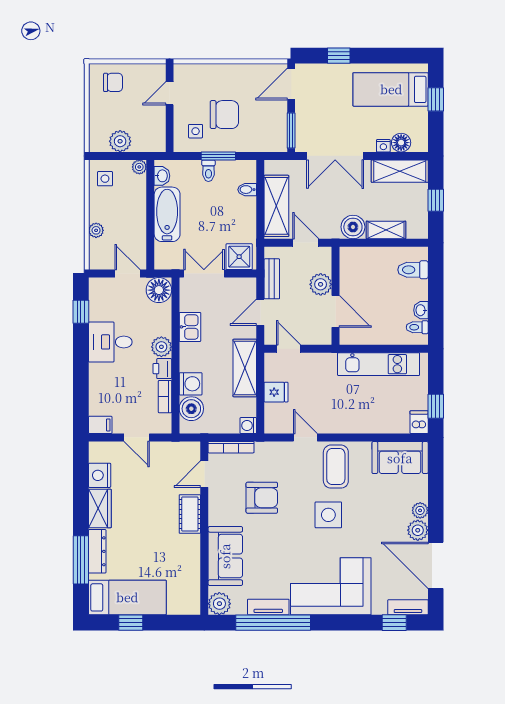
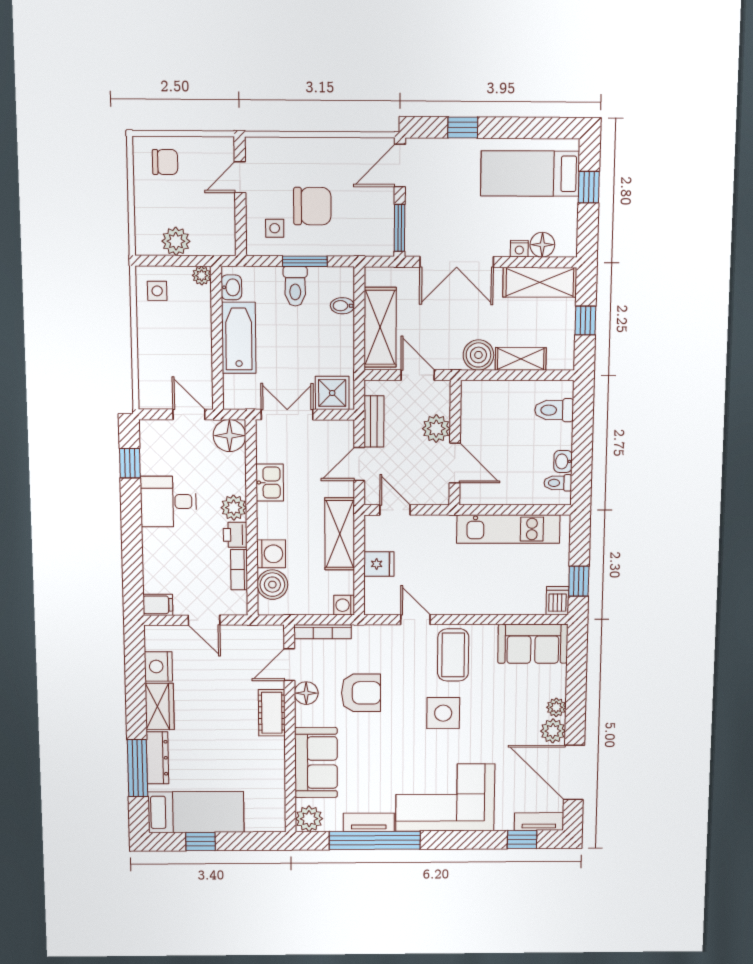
toilet: (208, 171) -> (295, 286), width x1.37, depth x1.39
plant: (96, 230) -> (147, 359), removed
floor lamp: (218, 498) -> (306, 693), added

